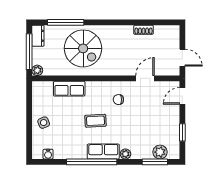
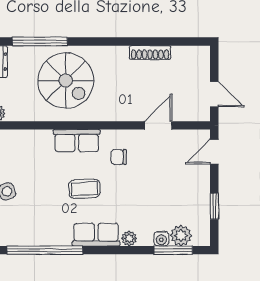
shoe rack: (143, 30) -> (150, 53), width x1.43
row of seats: (69, 89) -> (77, 141), moved
water cooler: (48, 154) -> (161, 239), moved
window: (92, 162) -> (45, 250), moved

